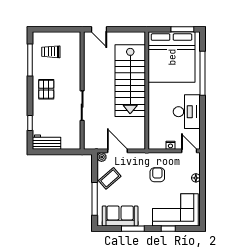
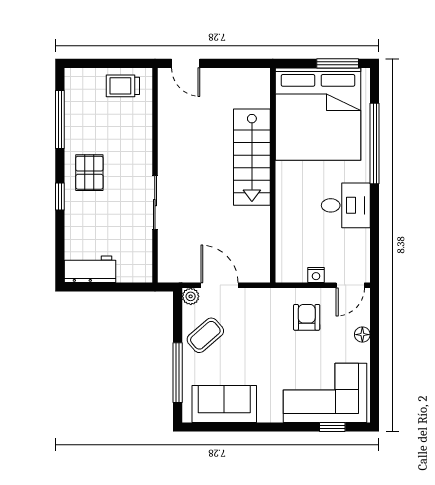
trolley: (51, 52) -> (123, 86), moved
stairs: (130, 81) -> (252, 157), width x0.73, depth x0.66
desk: (187, 112) -> (346, 205), width x0.73
window: (30, 123) -> (60, 197), moved
door: (189, 151) -> (350, 285), swing flipped
armchair: (157, 175) -> (307, 317), moved
window: (133, 229) -> (247, 427), removed
window: (168, 229) -> (332, 427), moved

